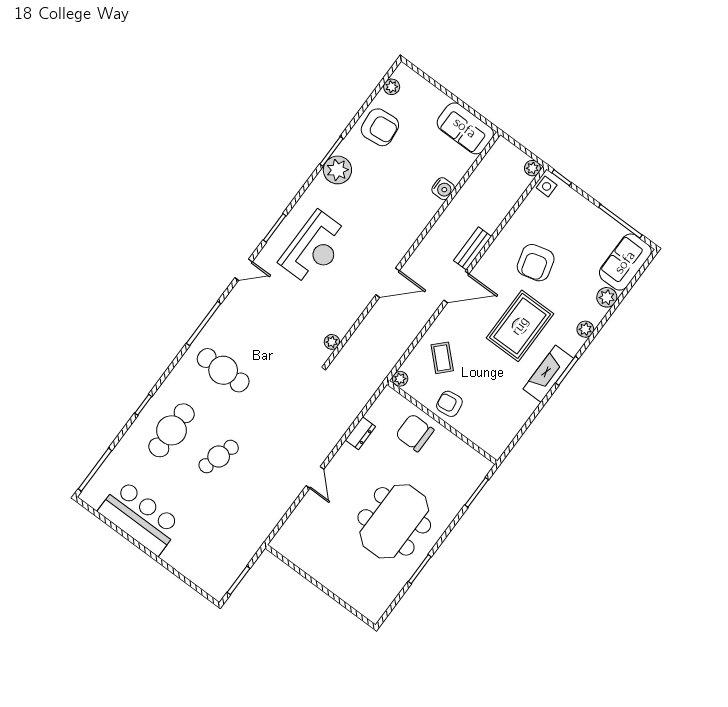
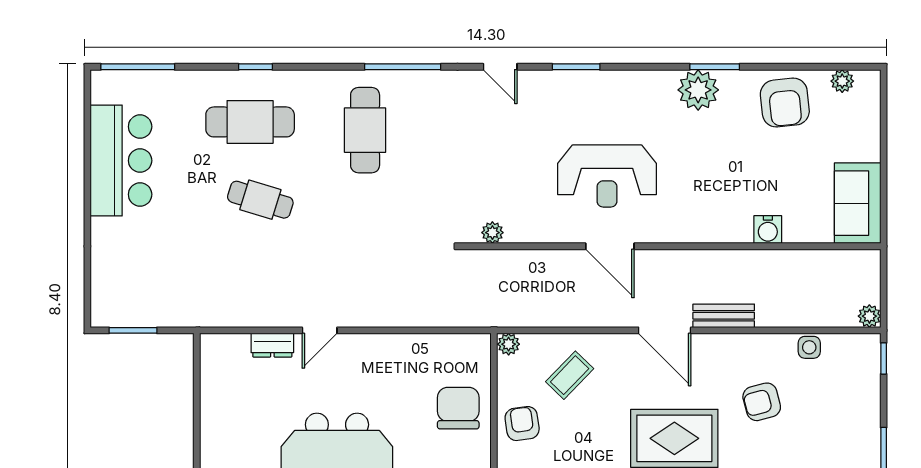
side table: (547, 186) -> (809, 347), moved
reception desk: (314, 248) -> (607, 176), moved
armchair: (536, 263) -> (762, 402), width x0.72, depth x0.72
dresser: (360, 433) -> (272, 345), moved

